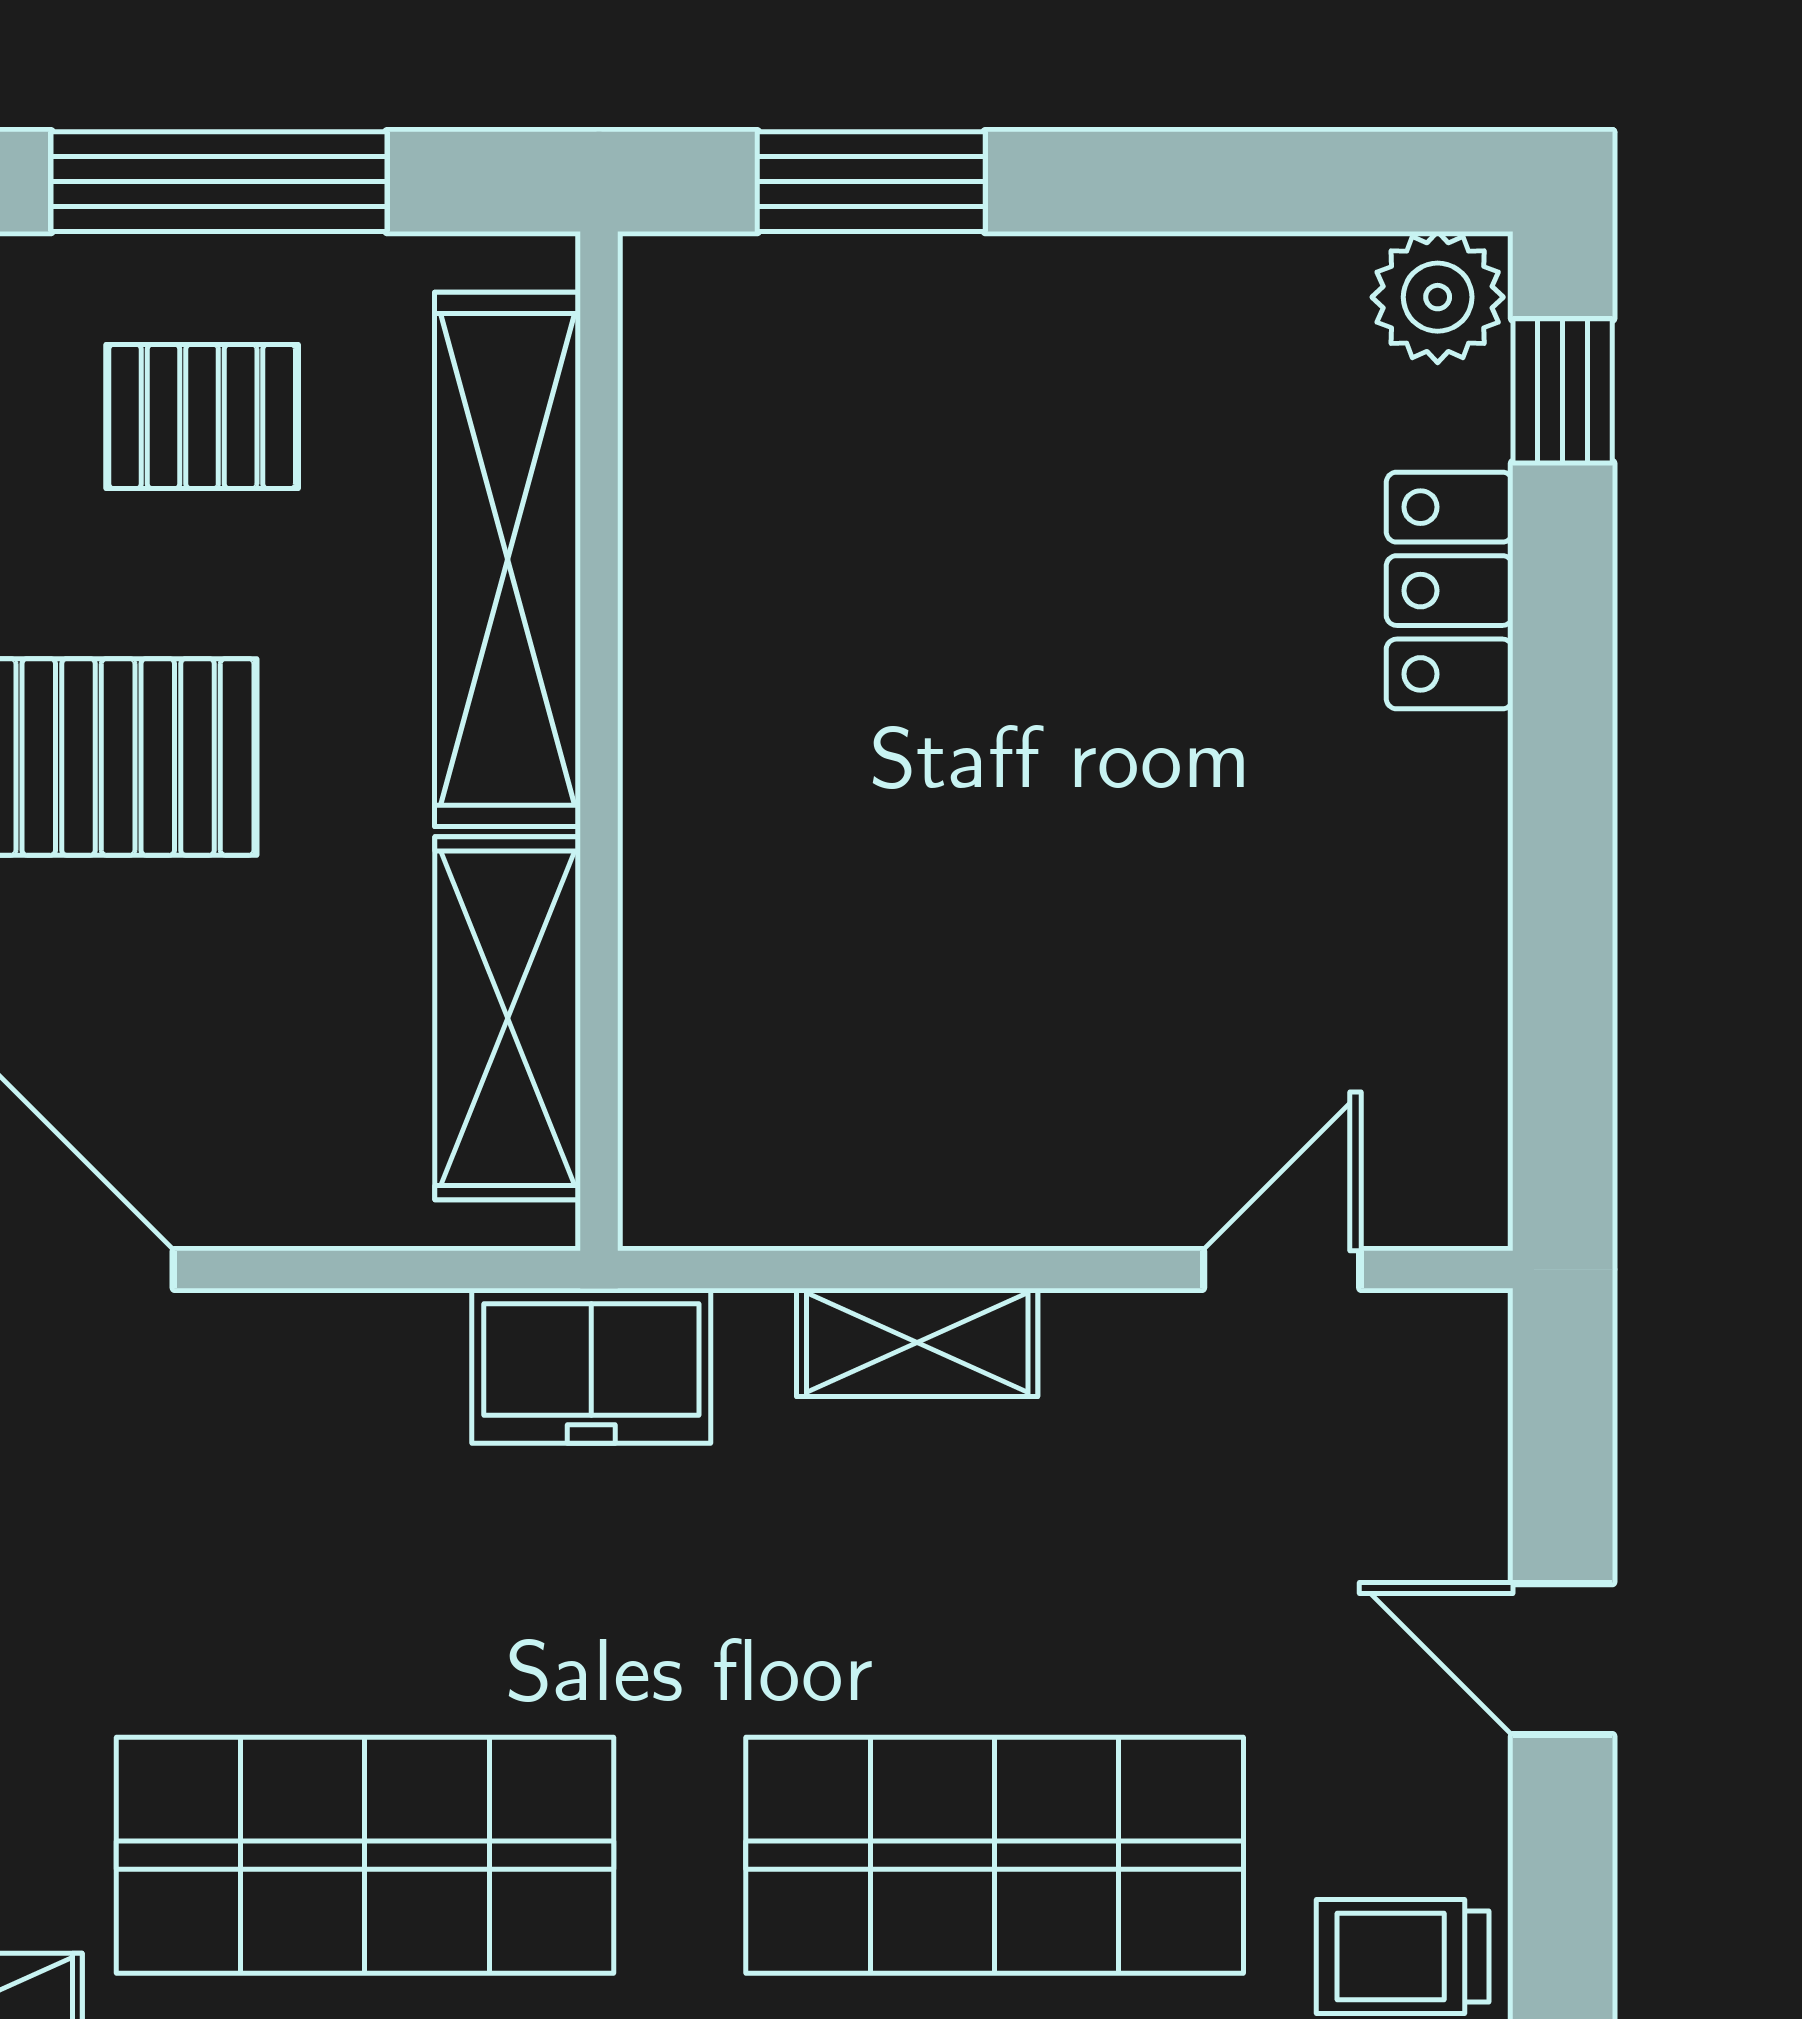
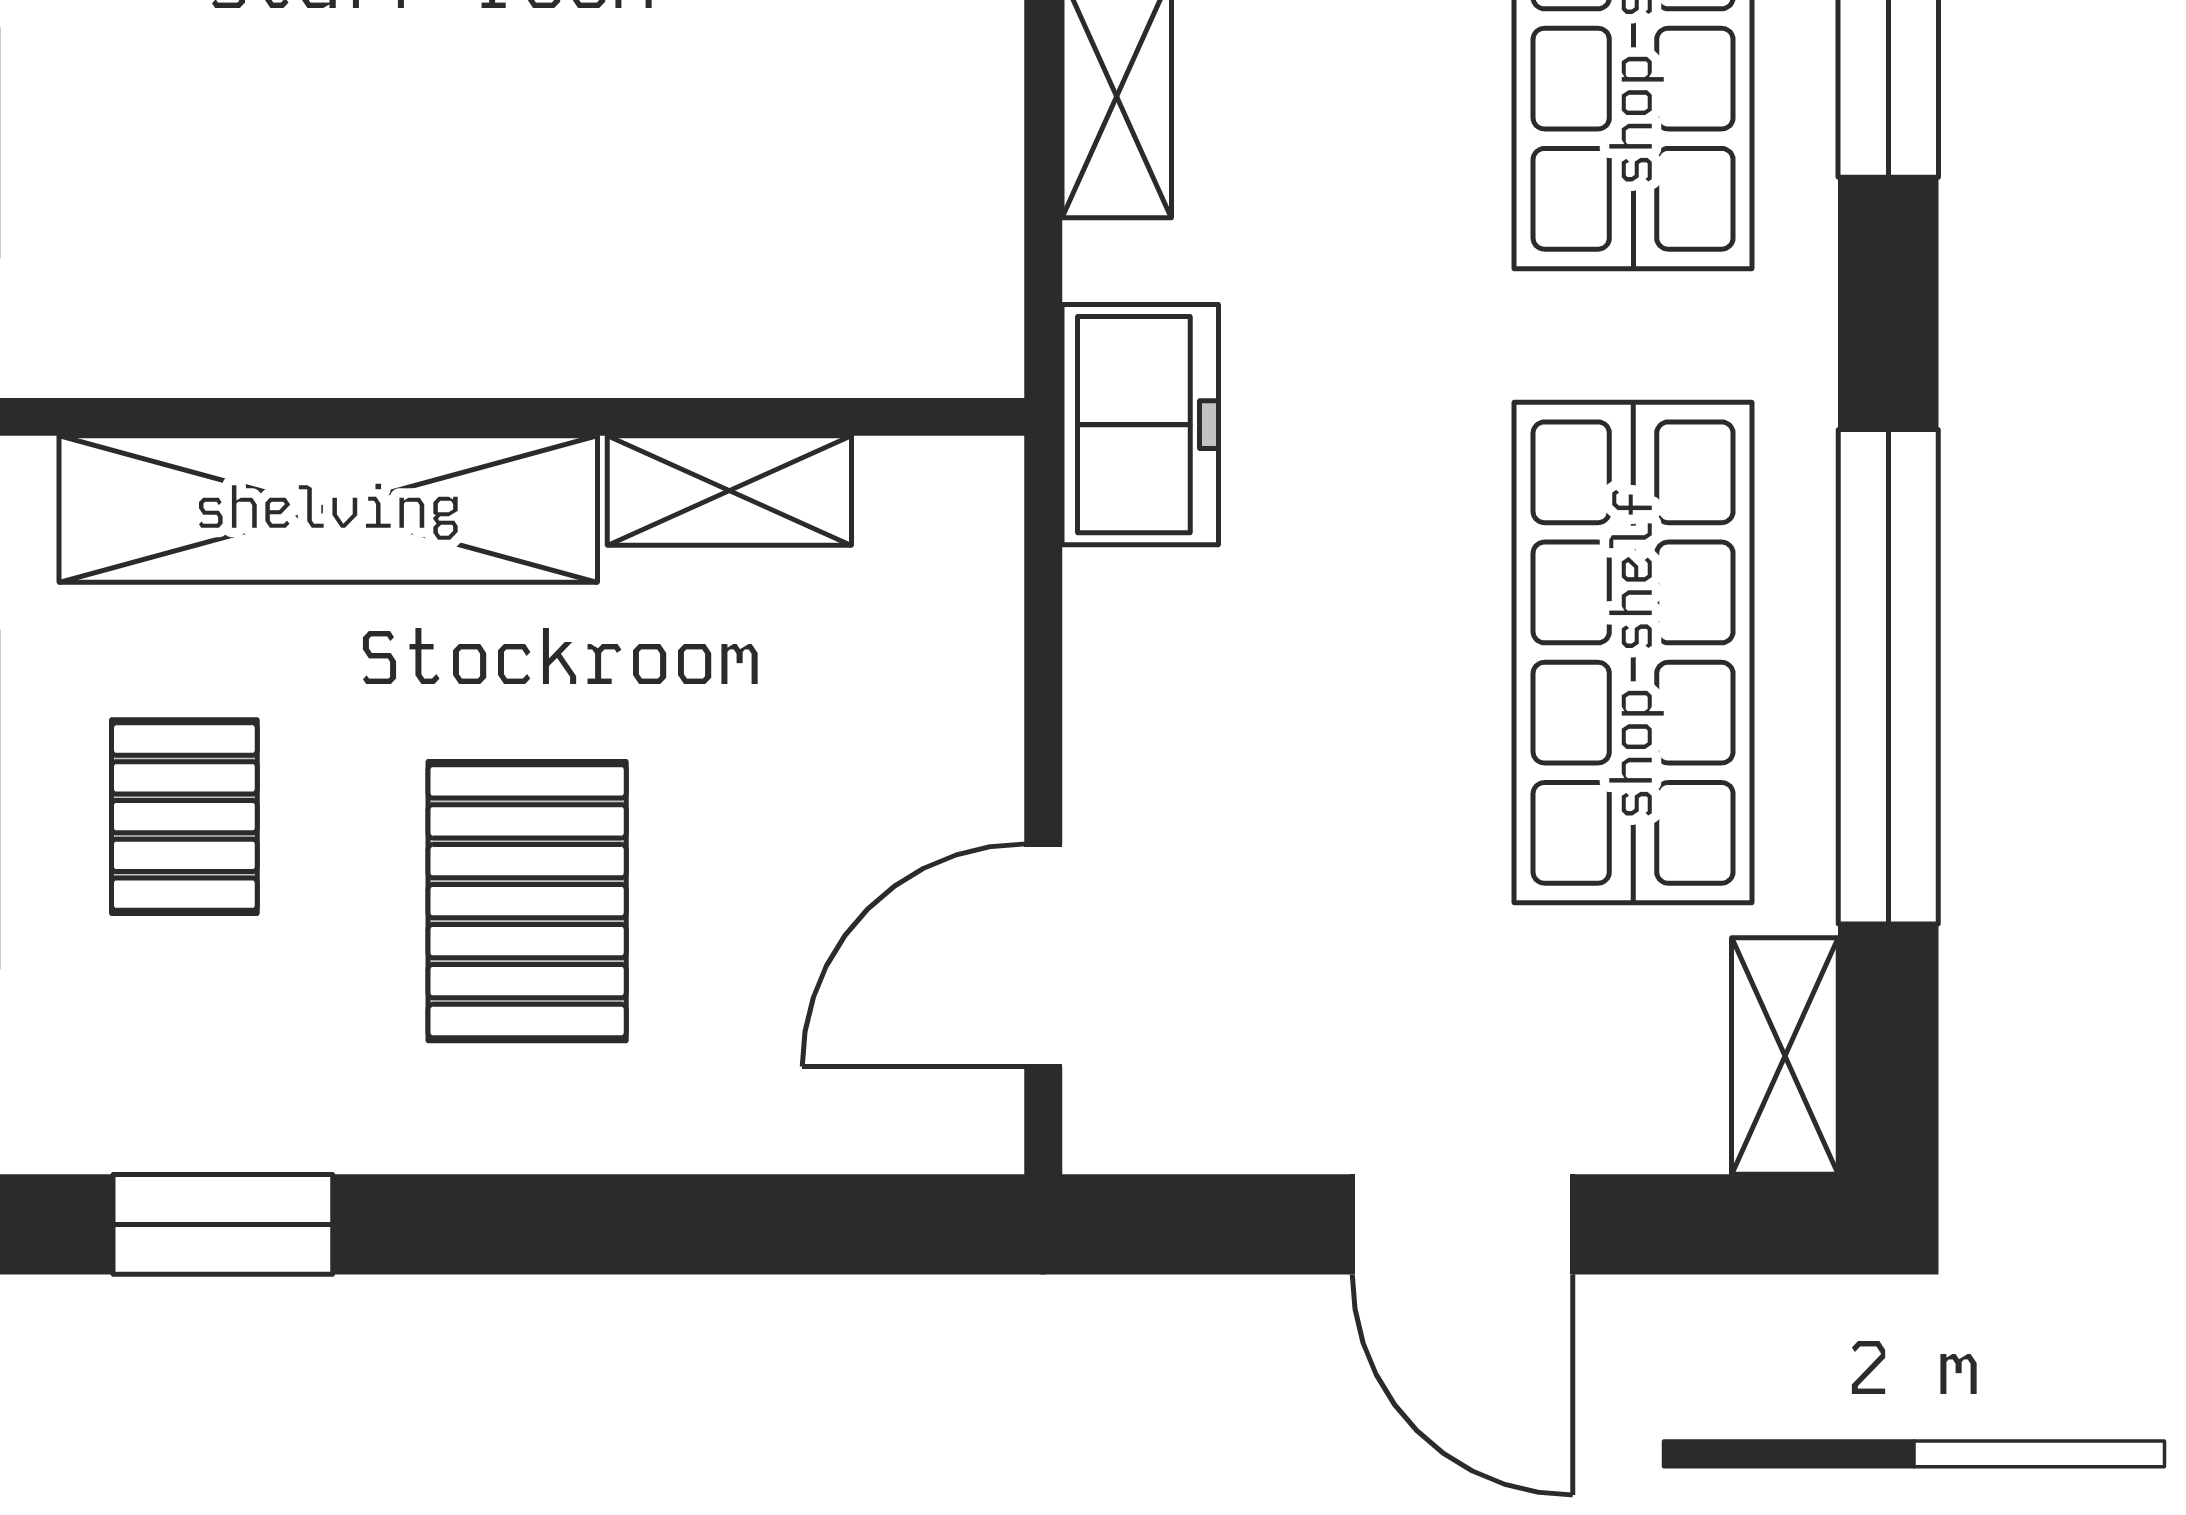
shelving: (508, 1018) -> (729, 491), width x0.67, depth x0.75

